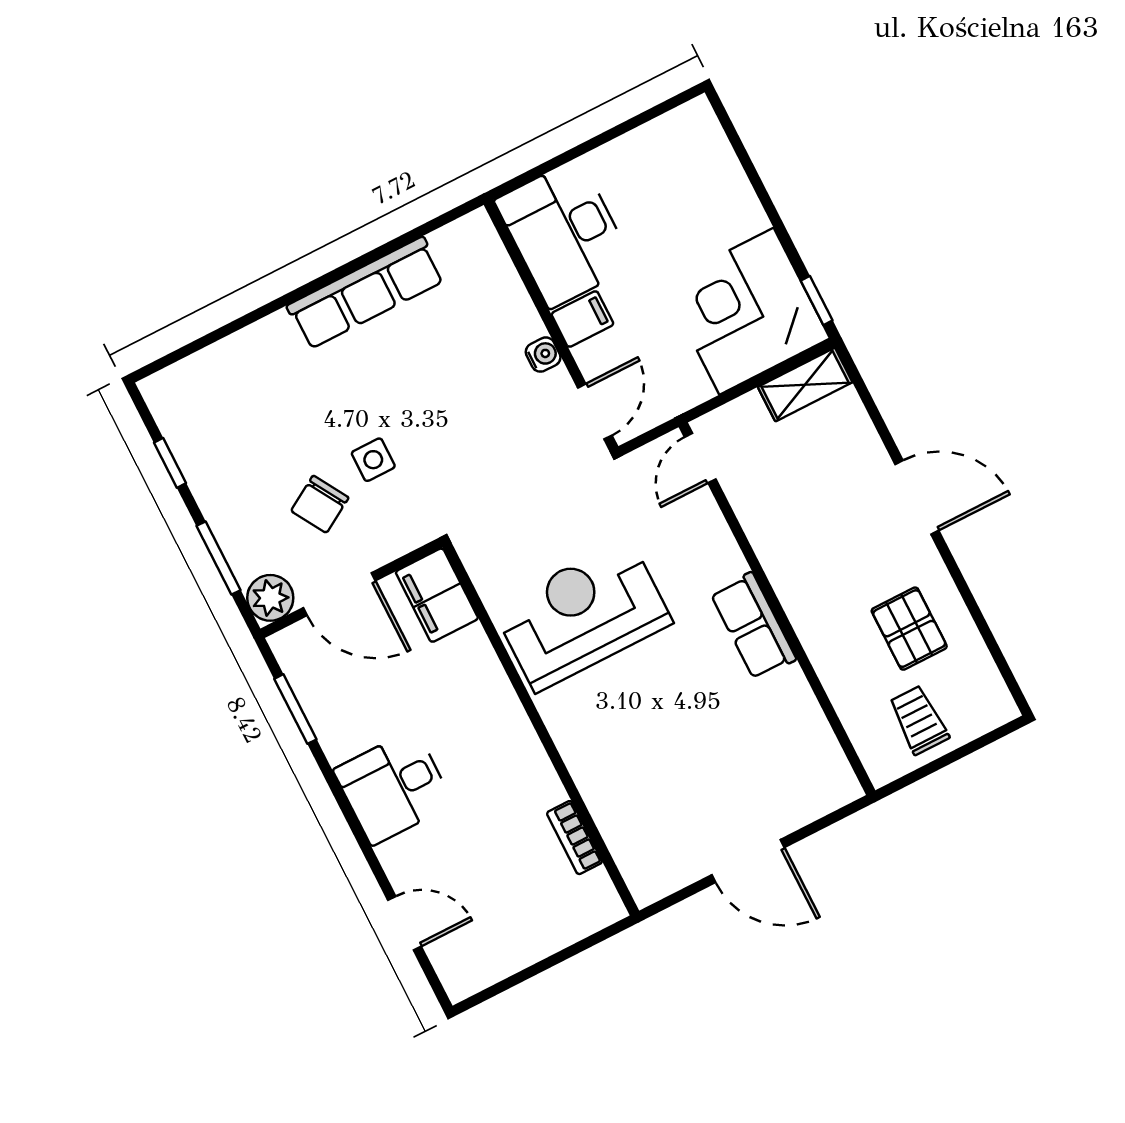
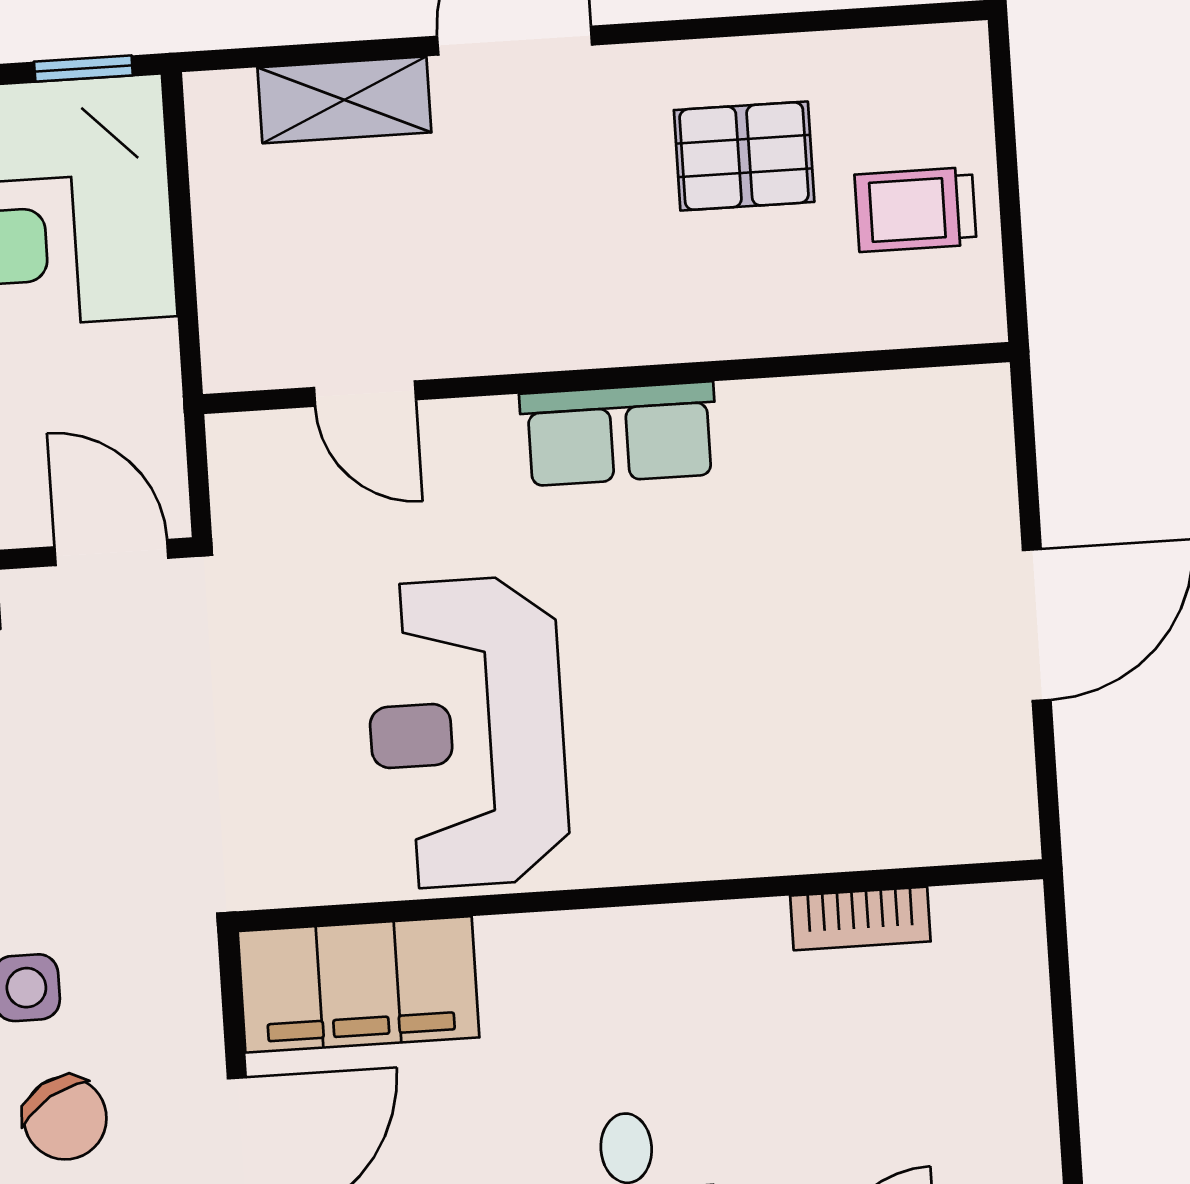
shelving: (805, 385) -> (344, 100), moved, turned 90
door: (700, 458) -> (365, 394), moved
filing cabinet: (437, 595) -> (358, 984), width x1.50, depth x1.17

